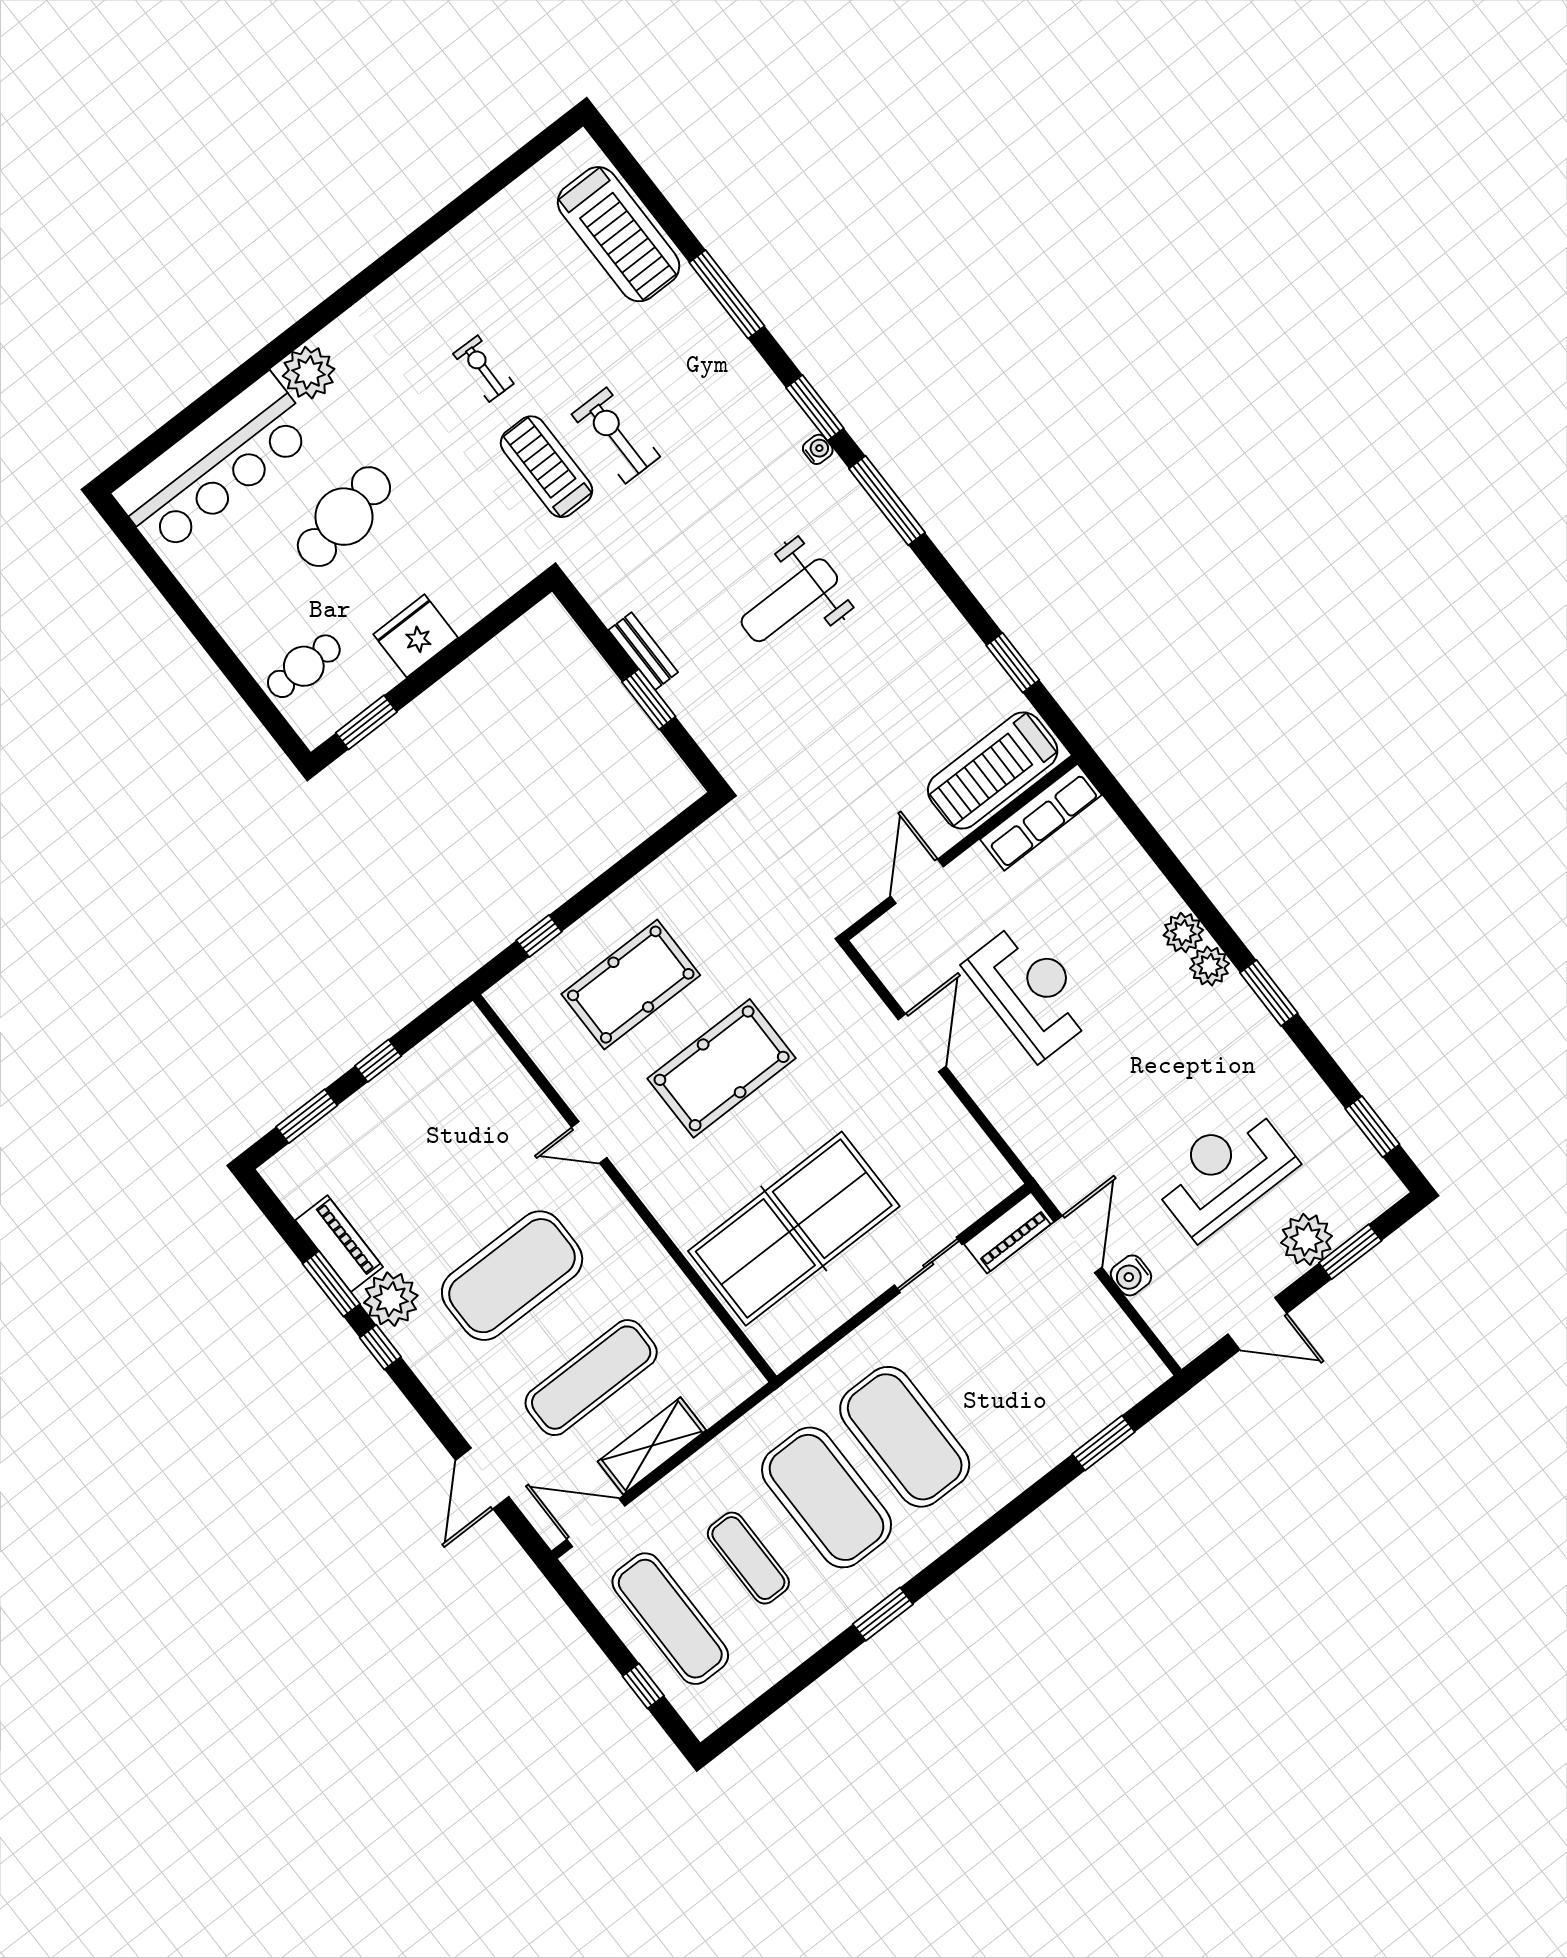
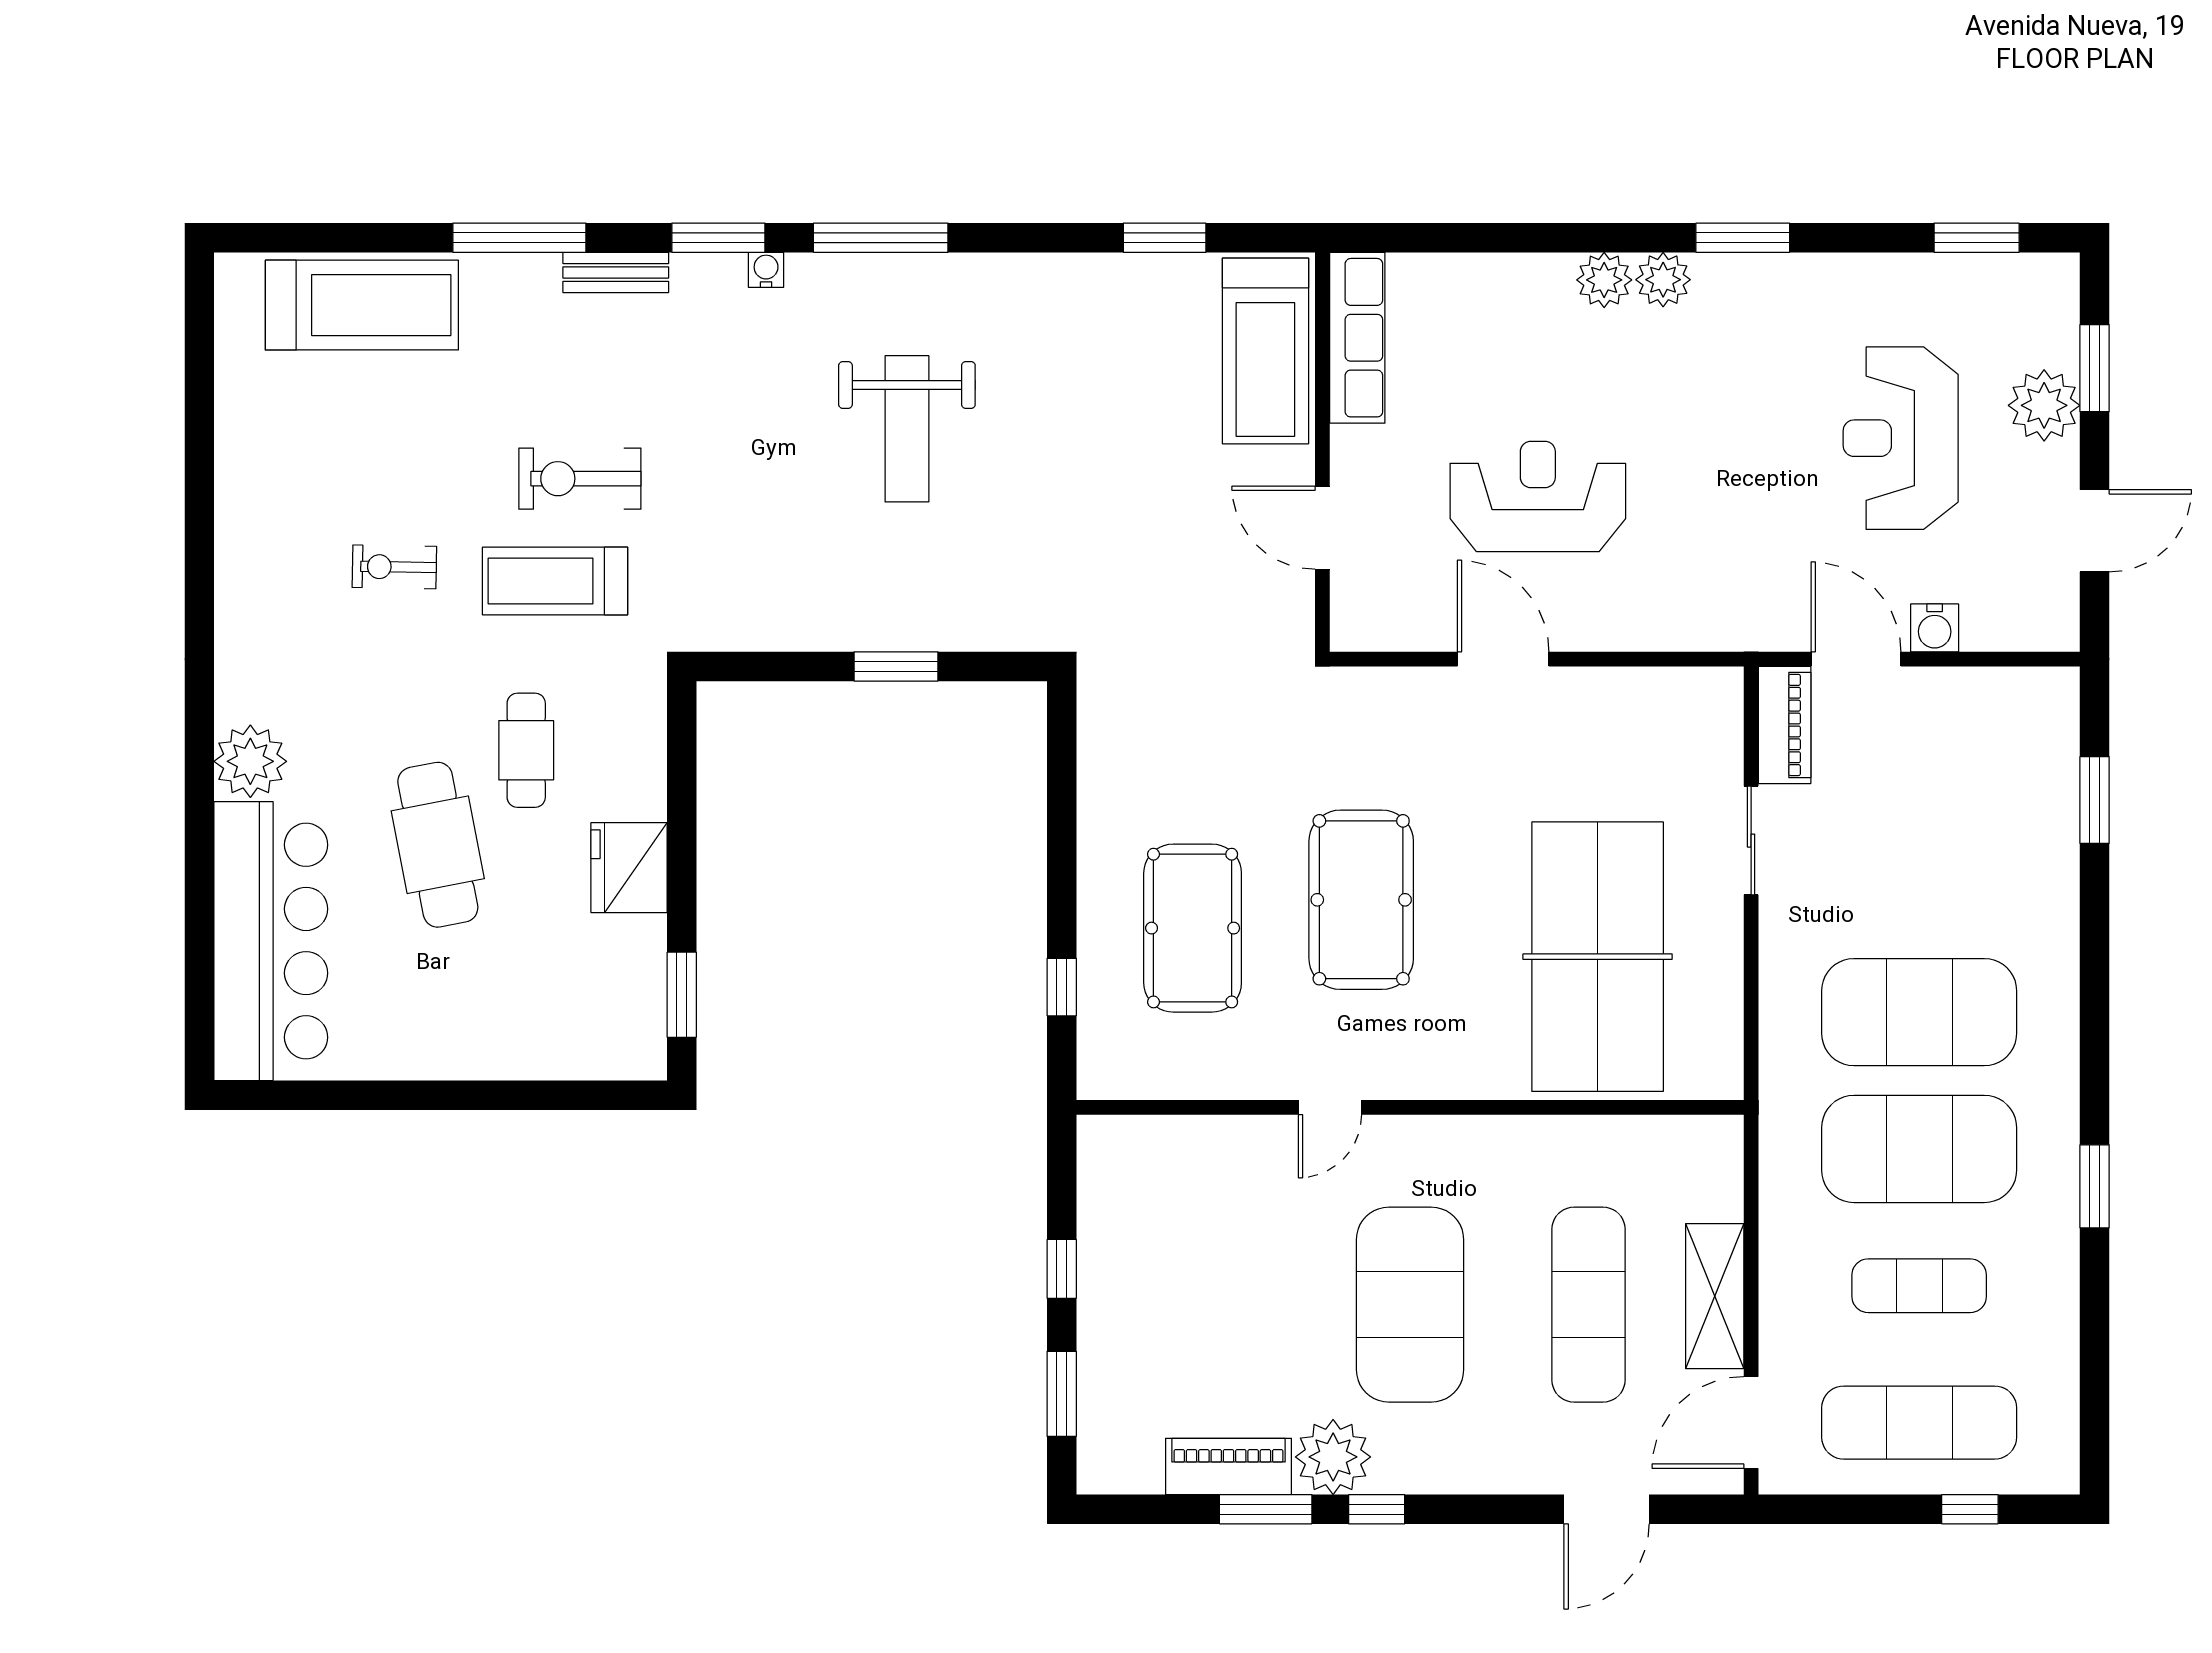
bench: (643, 651) -> (616, 272), moved
cafe table: (304, 666) -> (526, 750), moved
door: (482, 1479) -> (1607, 1509), hinge flipped

